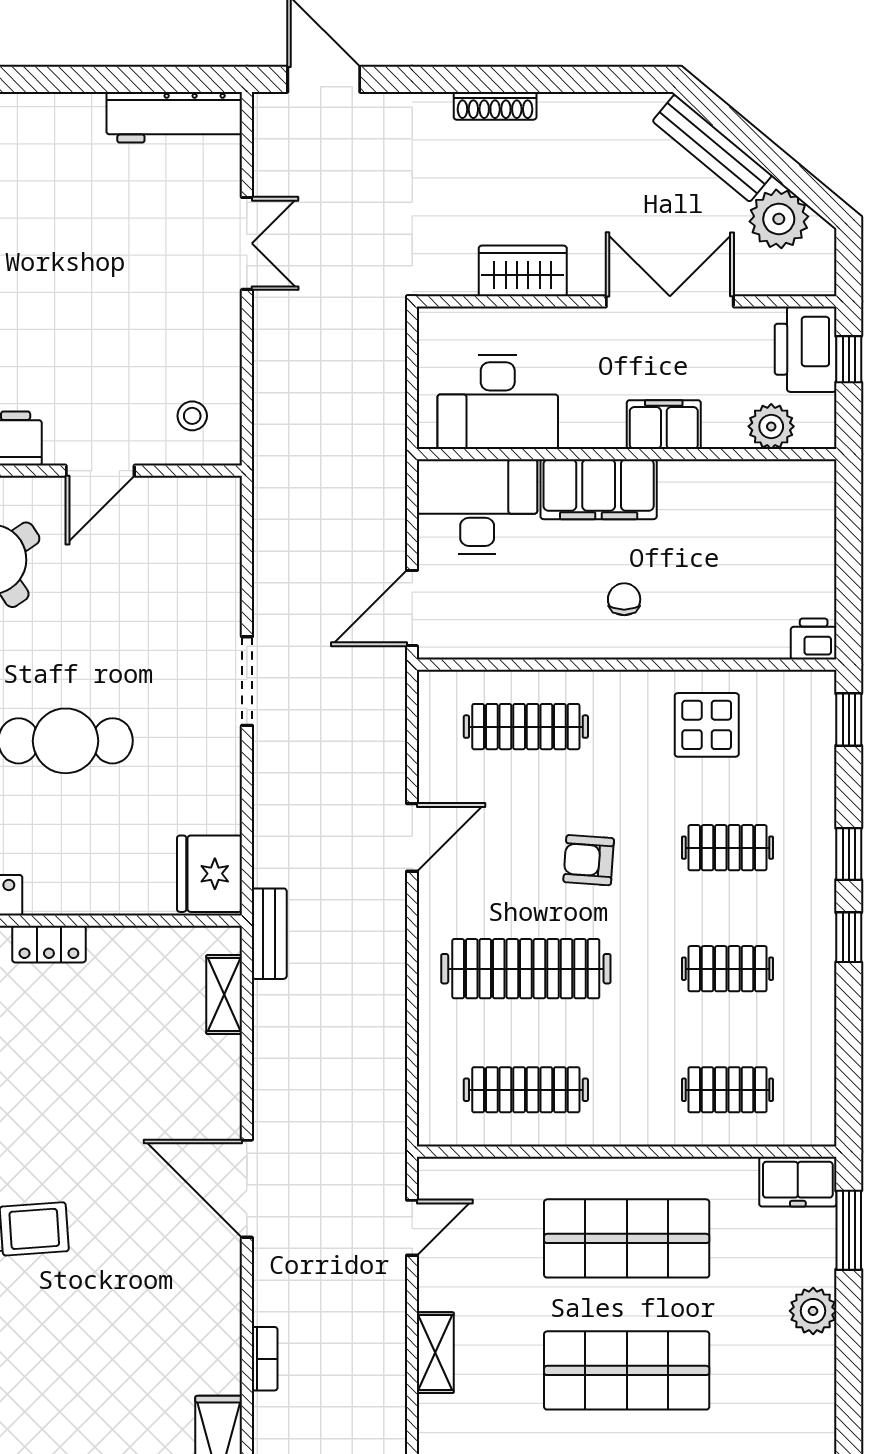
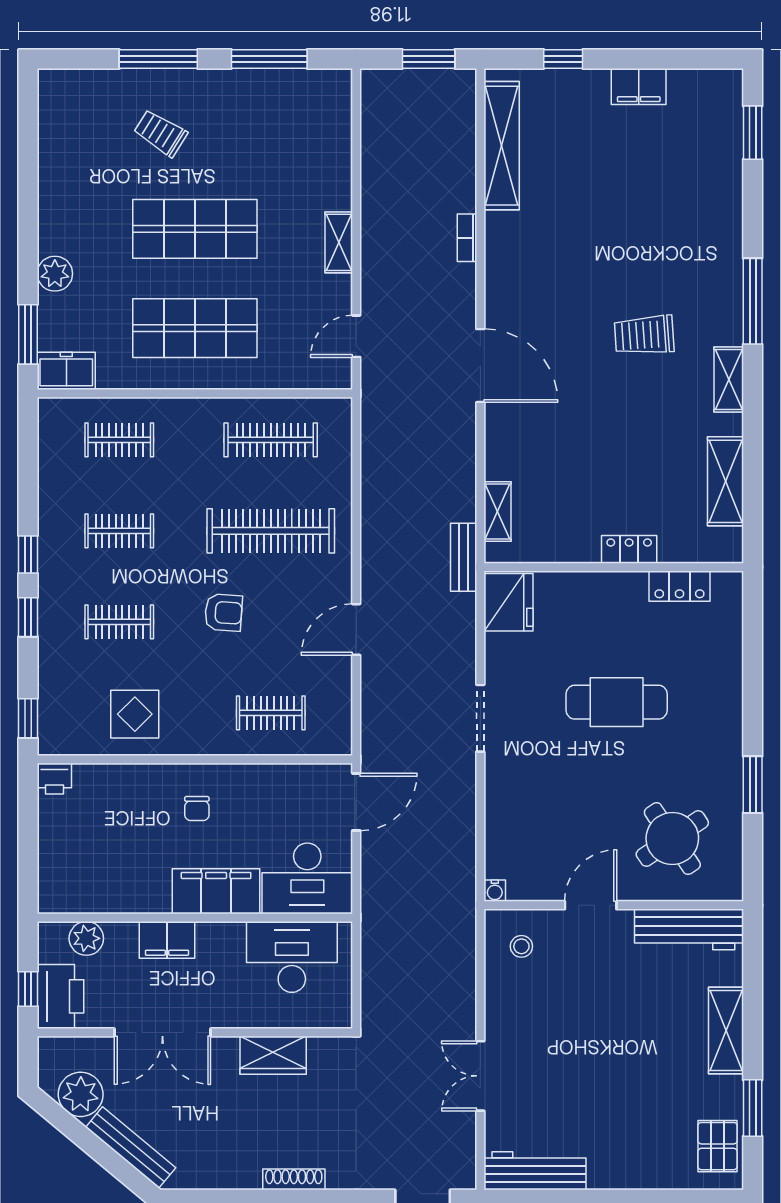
water cooler: (228, 490) -> (495, 891), added
doorway: (247, 681) -> (480, 718), moved
clothes rail: (526, 727) -> (271, 713), width x0.73

